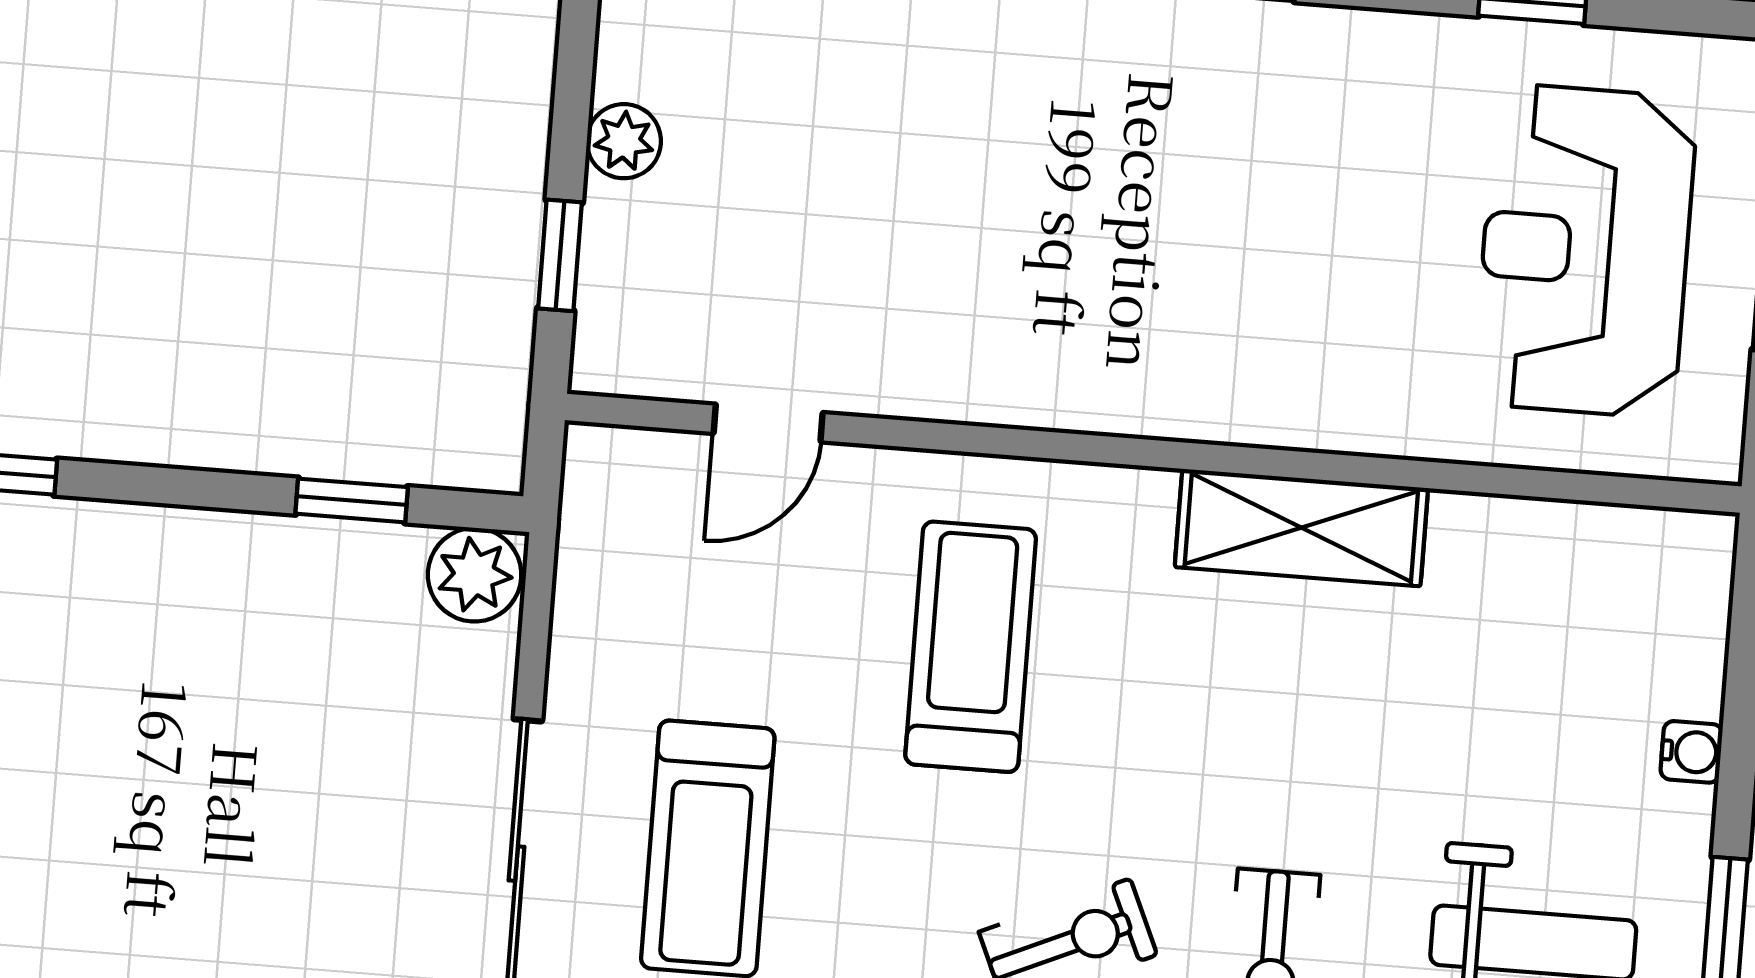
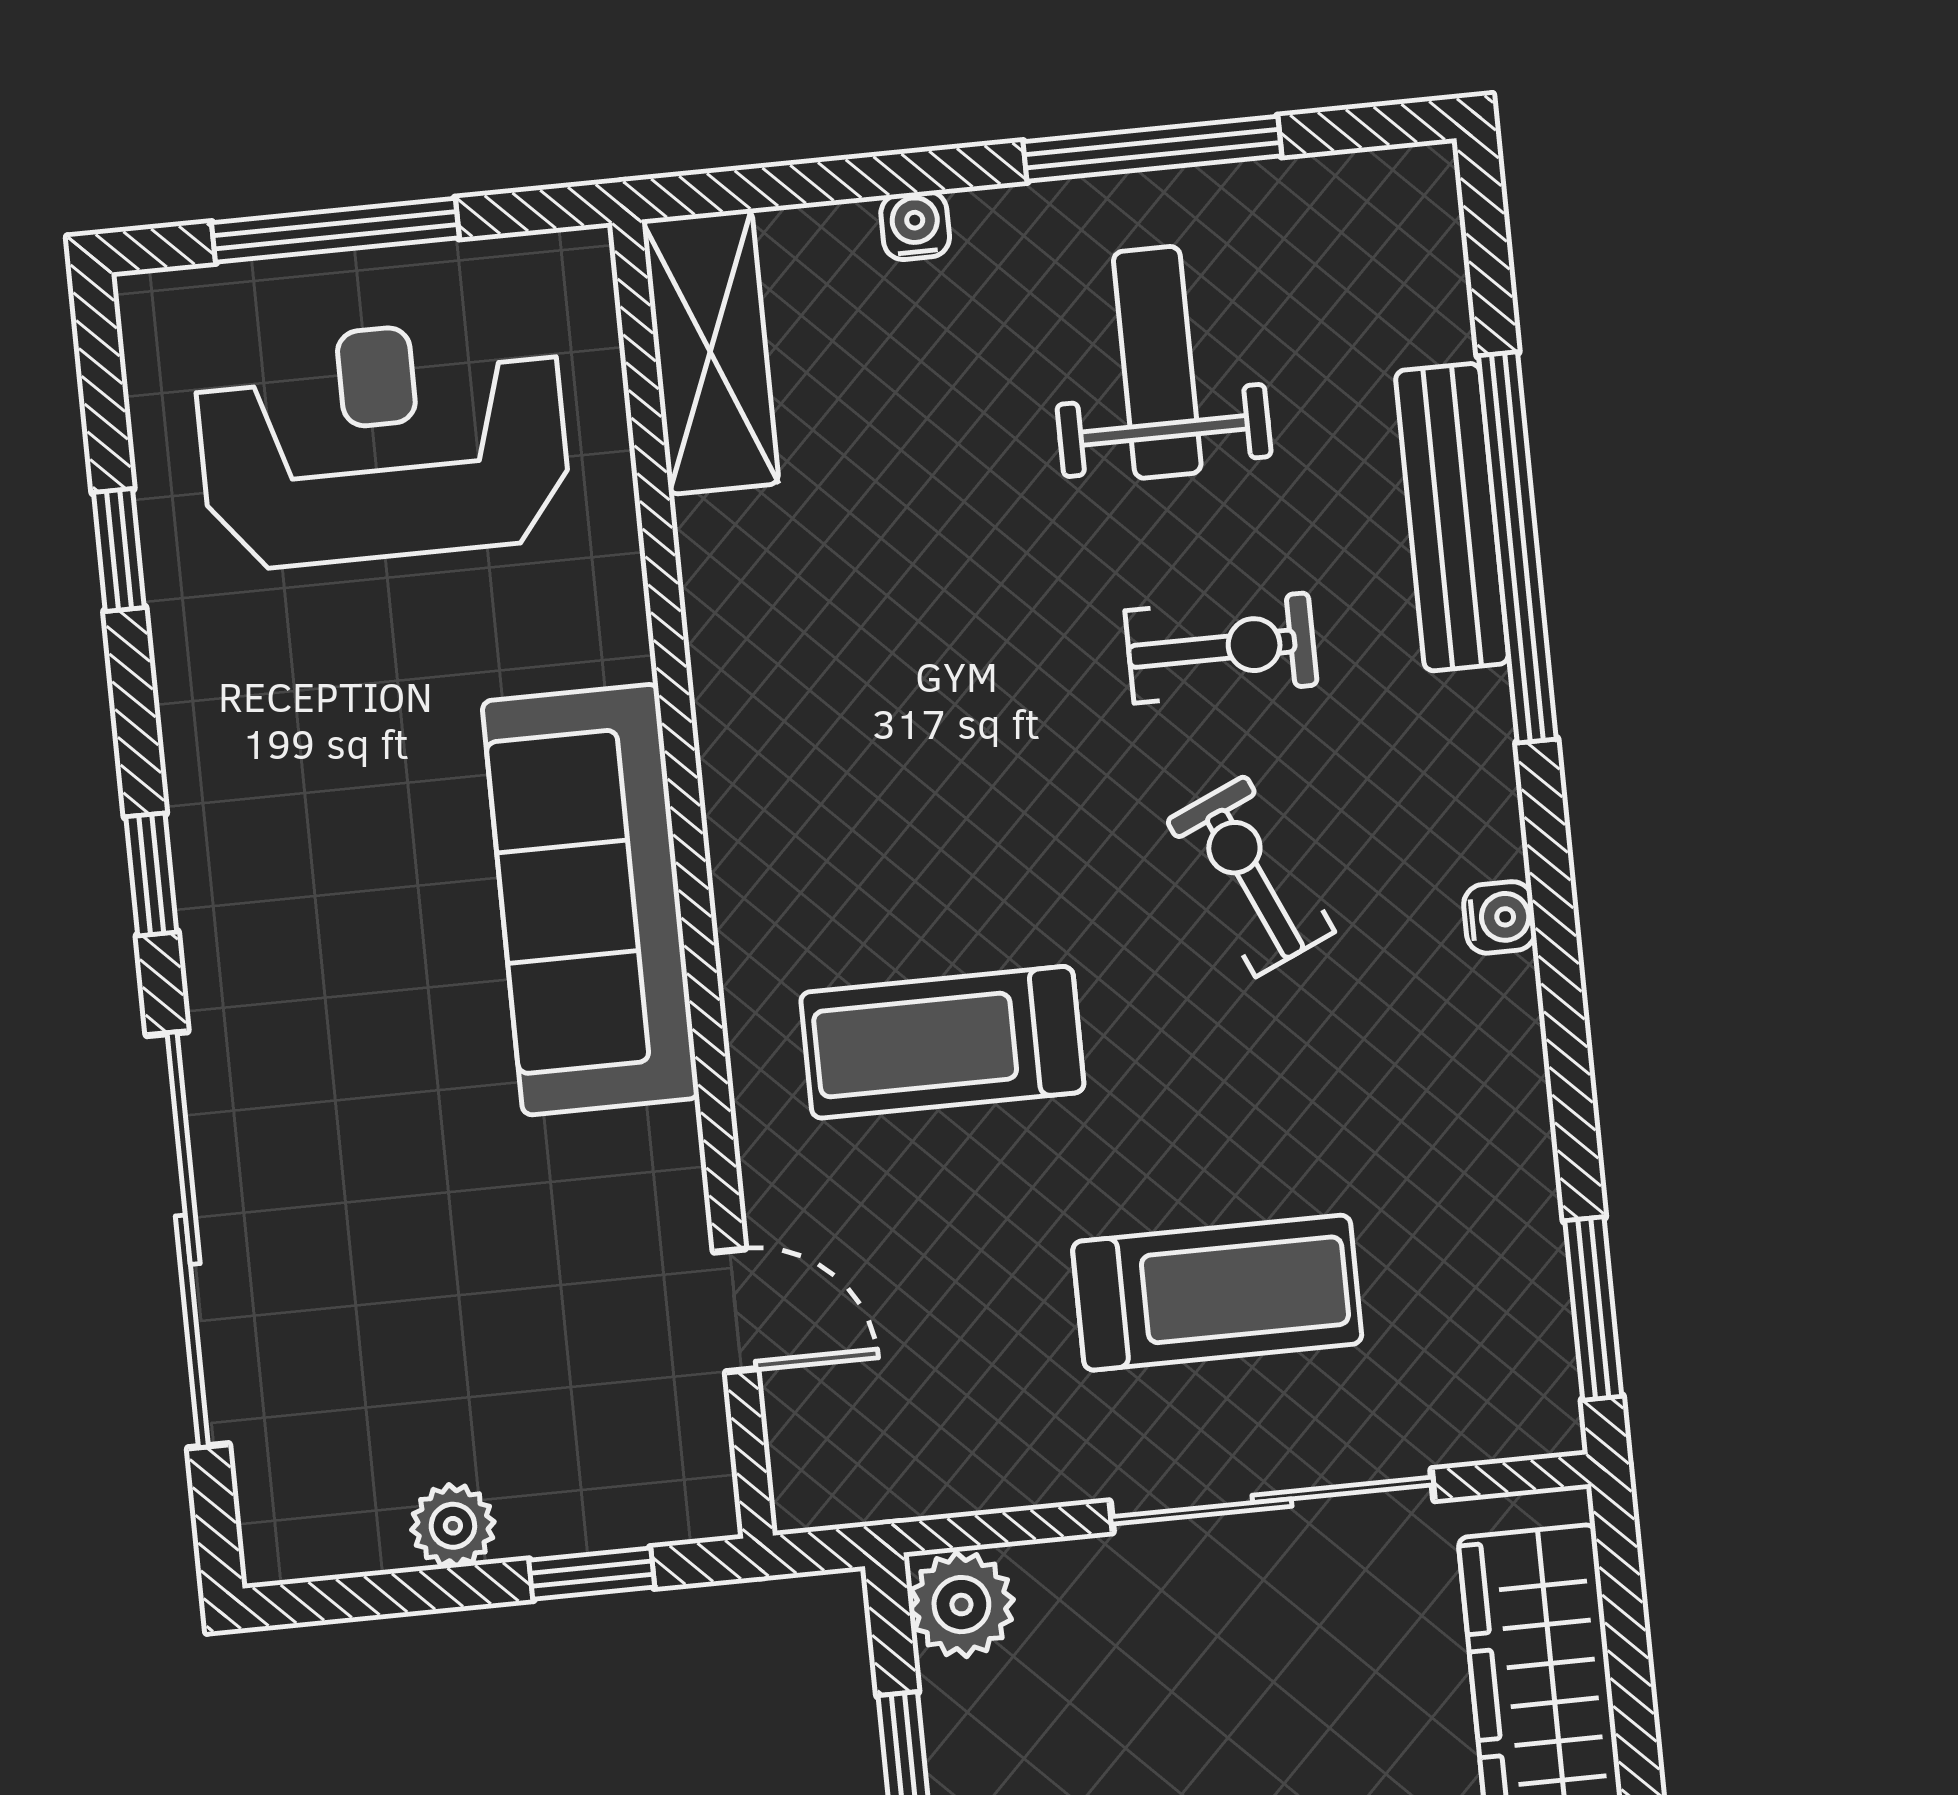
reception desk: (1585, 251) -> (383, 443), turned 180
sofa: (1151, 361) -> (591, 900), added
shelving: (1301, 528) -> (710, 352), moved

